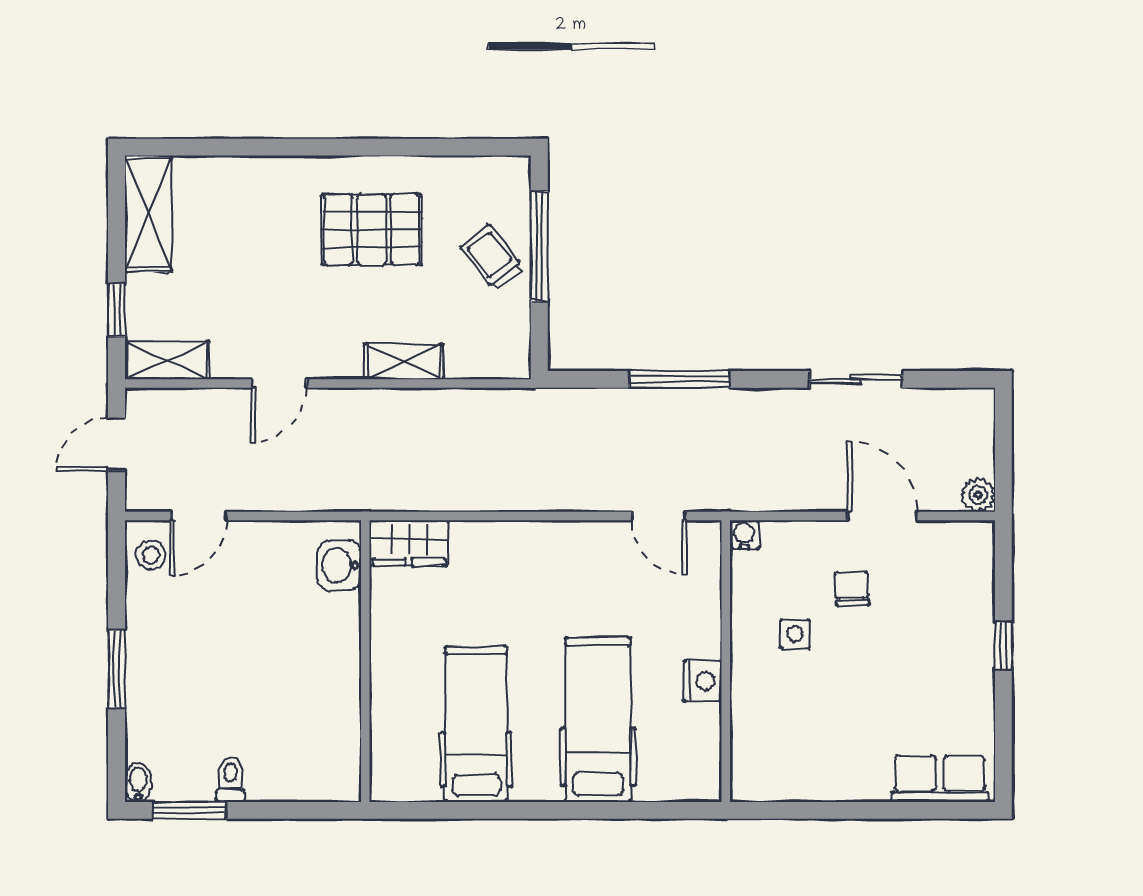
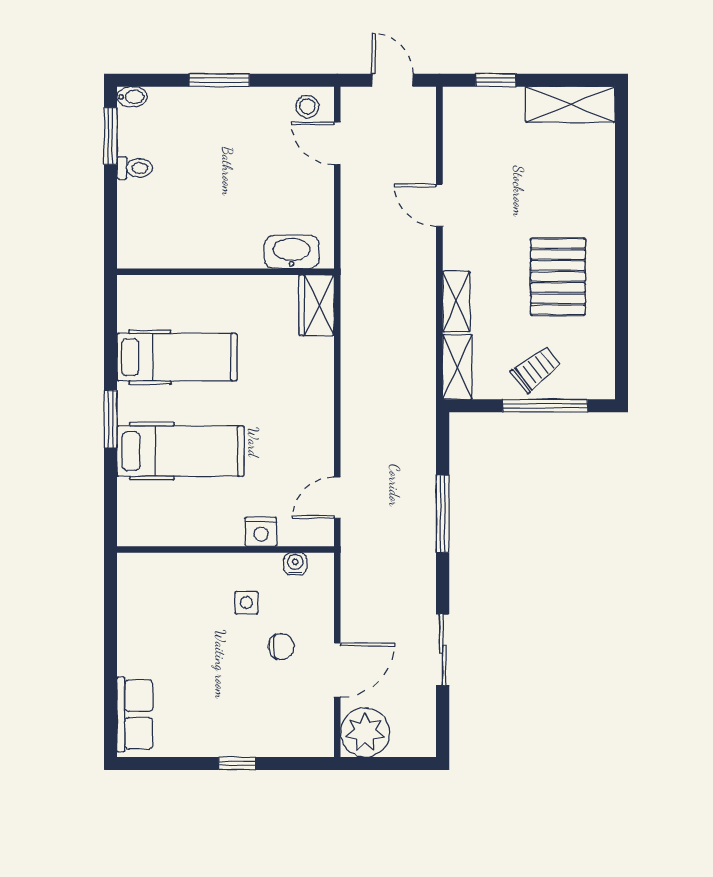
shelving: (167, 360) -> (457, 367), moved
plant: (978, 495) -> (365, 732), width x1.87, depth x1.87
water cooler: (744, 535) -> (295, 564), moved, turned -90
washbasin: (339, 565) -> (292, 252), width x1.38
nightstand: (703, 681) -> (261, 532), moved
window: (557, 810) -> (111, 419), added

